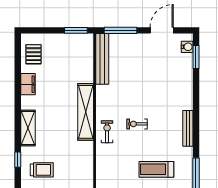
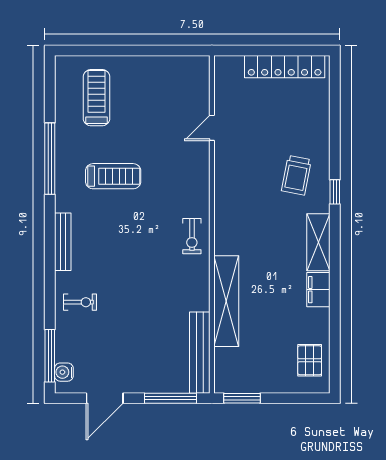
window: (196, 57) -> (50, 356), width x1.44
filing cabinet: (28, 84) -> (318, 290), moved
shelving: (86, 112) -> (226, 301), moved
exercise bike: (137, 124) -> (80, 302), moved
trolley: (42, 170) -> (296, 175), turned -79

